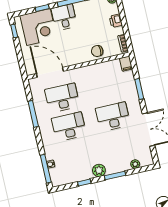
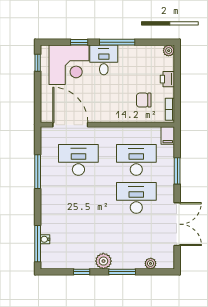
chair: (97, 51) -> (144, 100), moved
desk: (69, 127) -> (136, 160), moved

